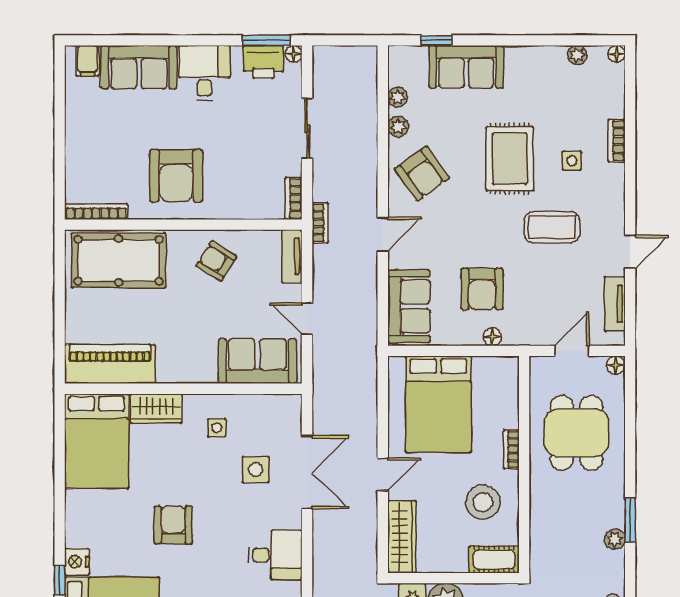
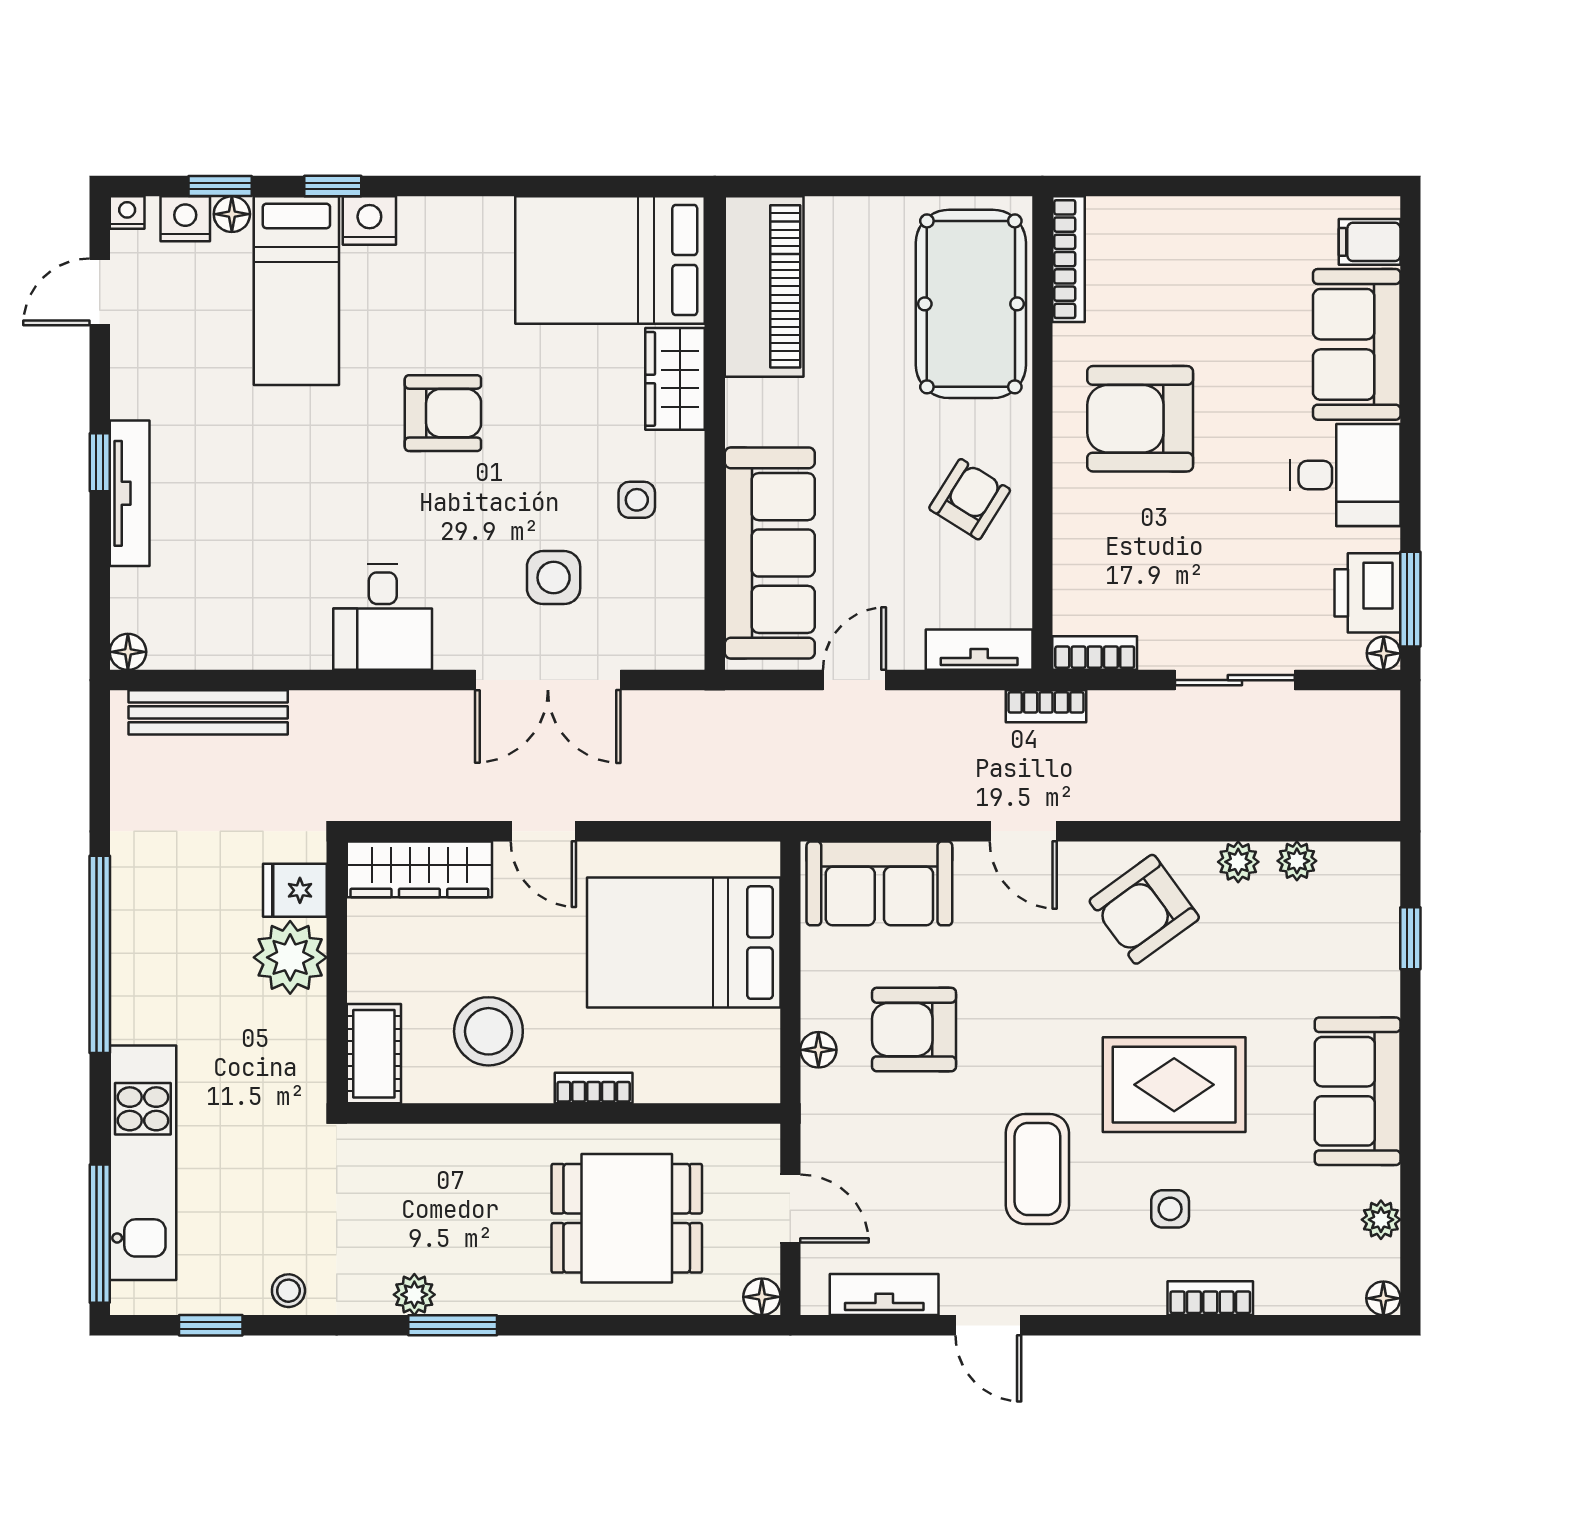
sofa: (466, 67) -> (1358, 1091), moved
sofa: (257, 361) -> (770, 553), width x1.36

